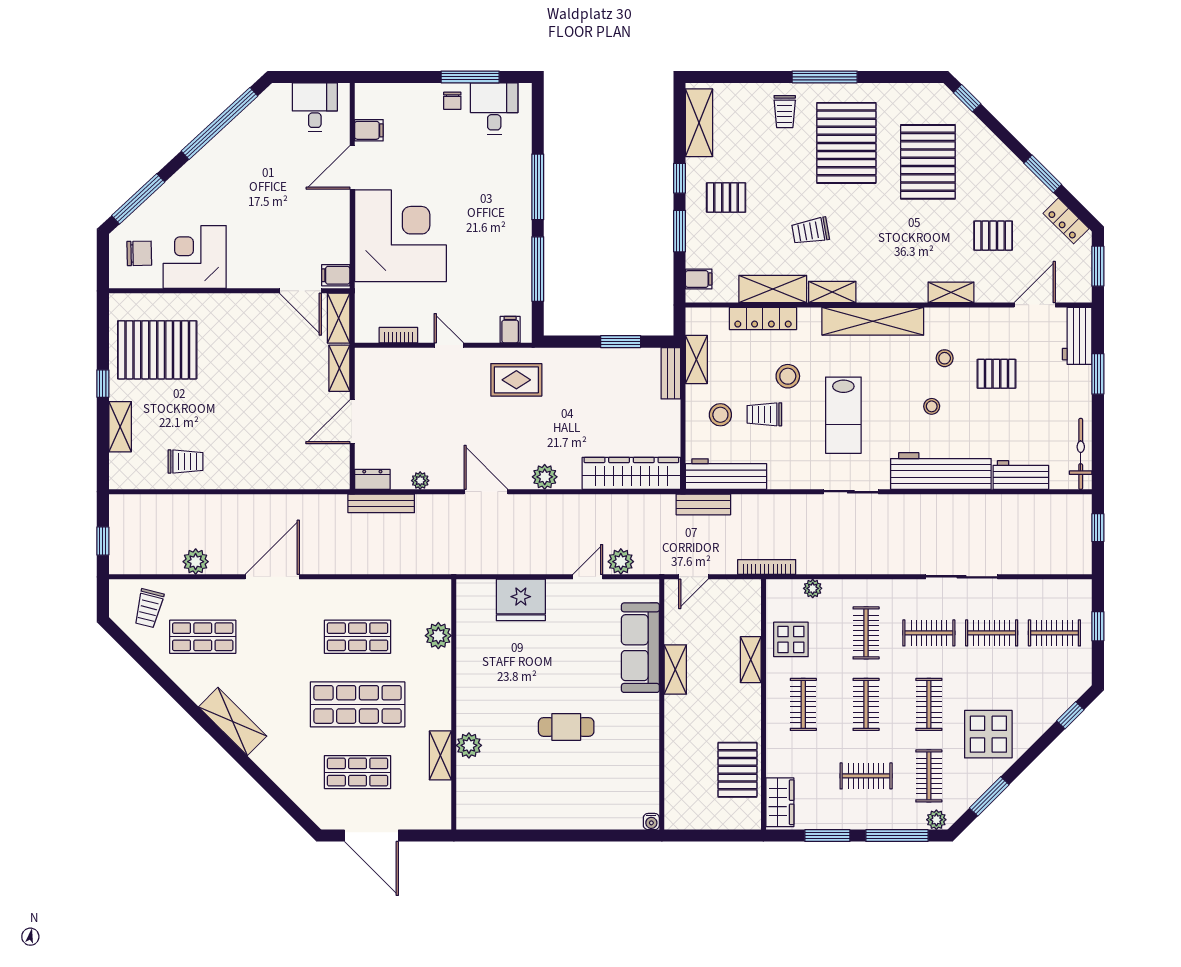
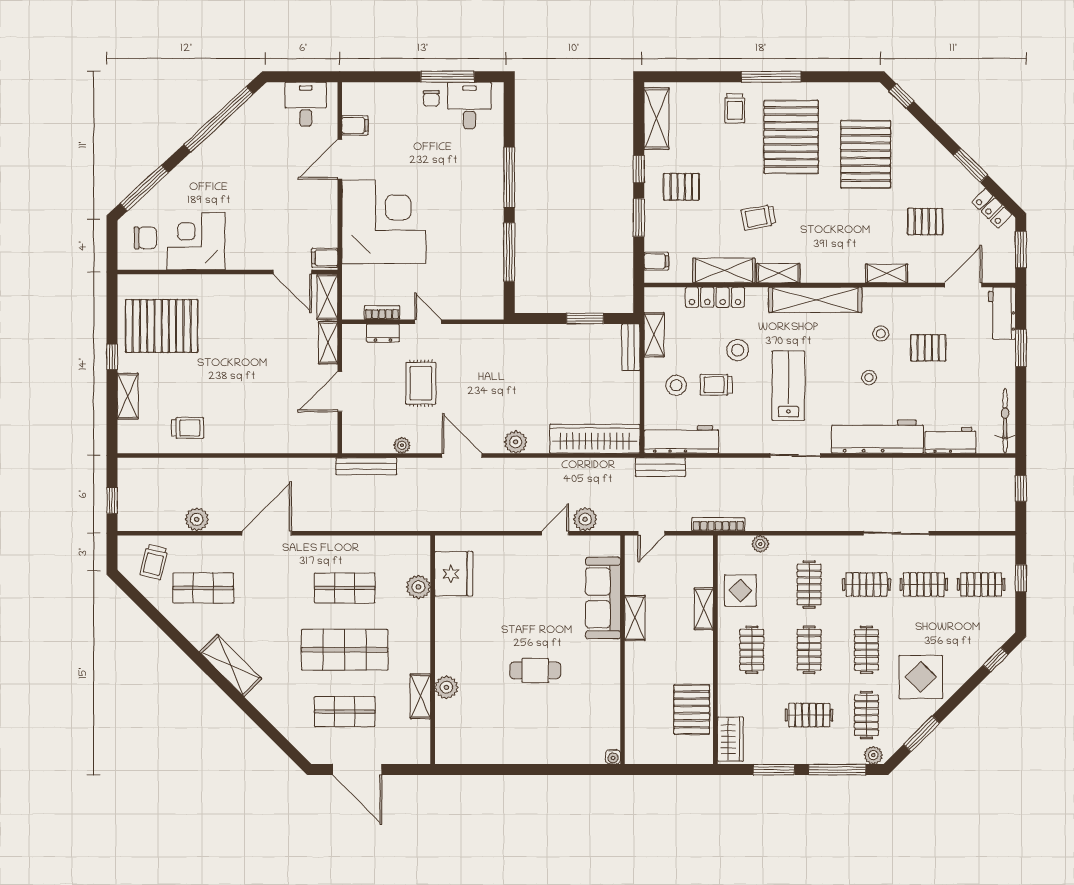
filing cabinet: (510, 330) -> (484, 307), removed
rug: (516, 380) -> (421, 383), moved, turned 90
lab bench: (843, 415) -> (788, 386), turned 180
dresser: (372, 479) -> (383, 333), moved, turned 180
fridge: (521, 600) -> (454, 574), moved, turned -90

